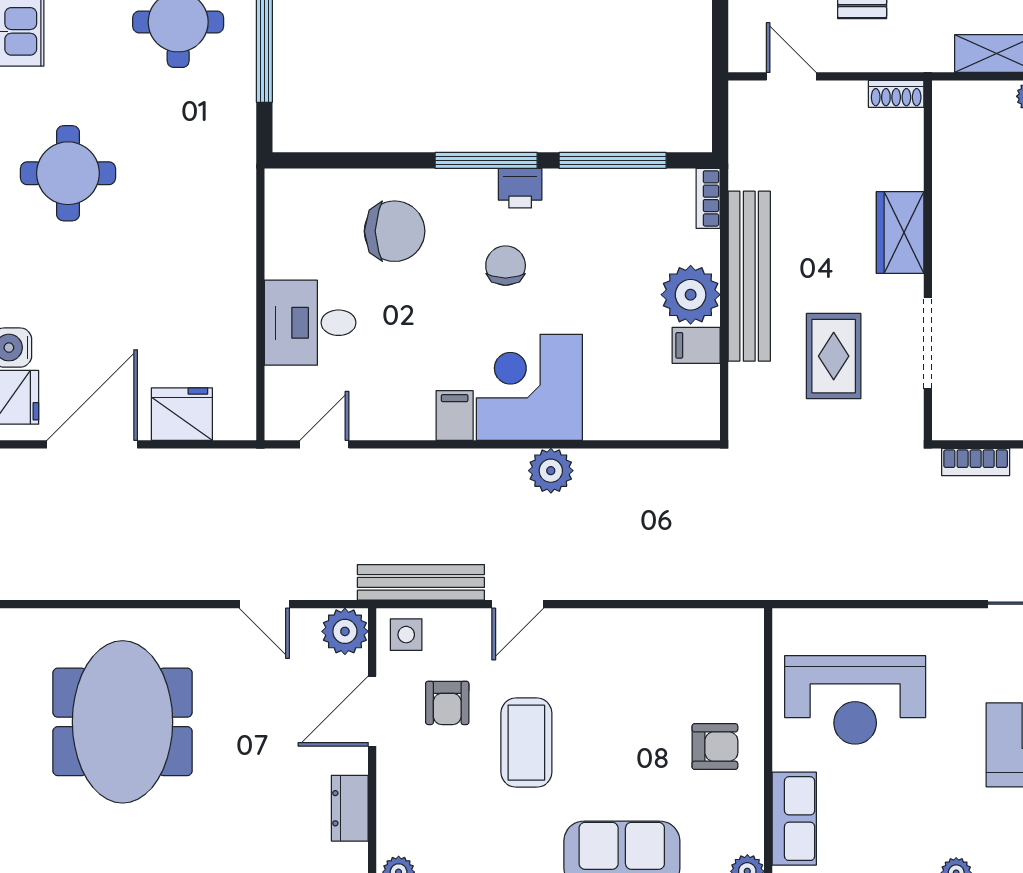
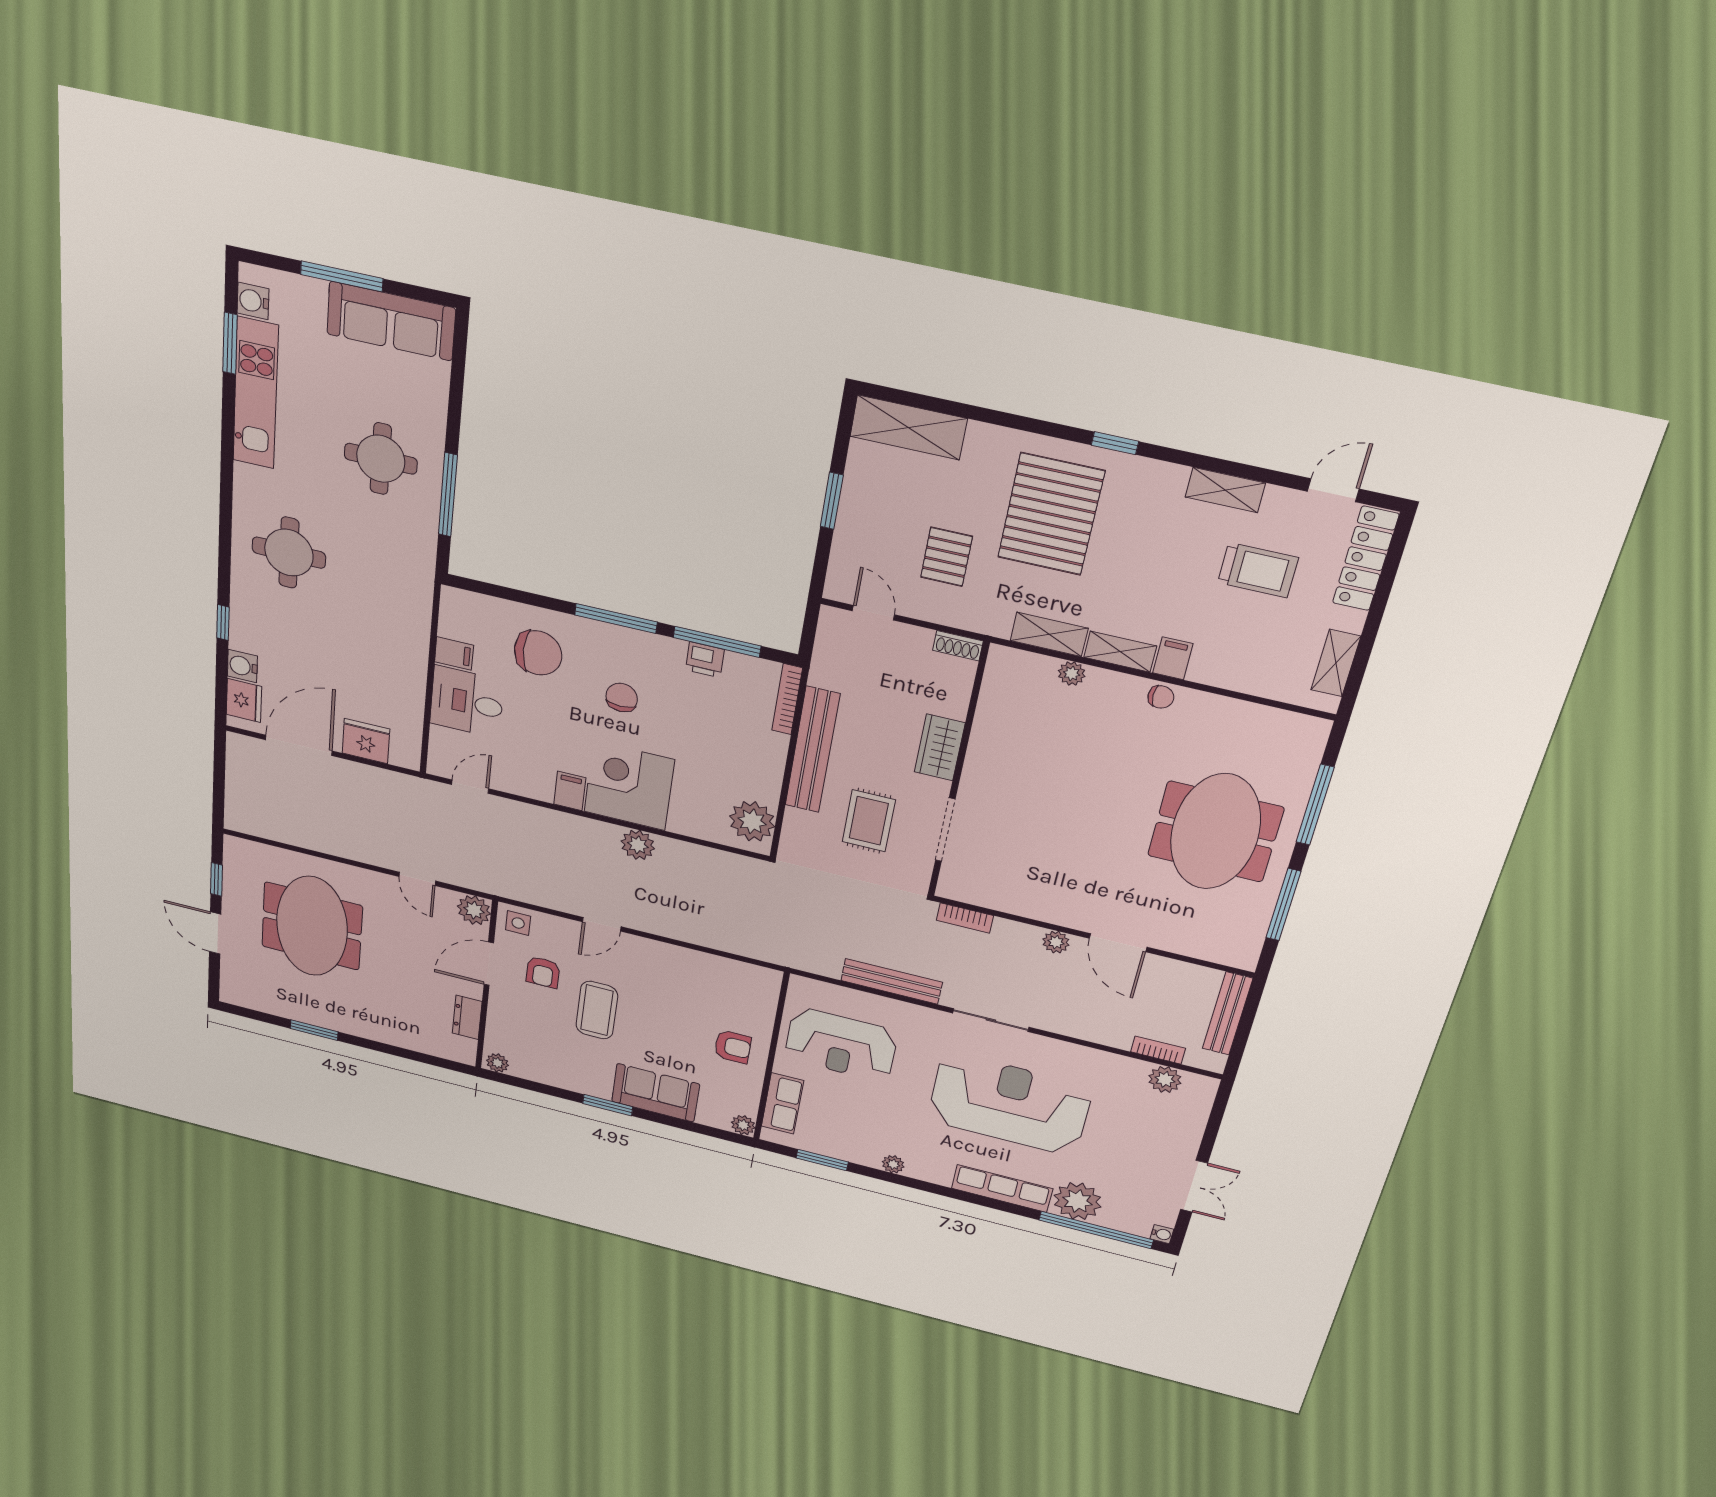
printer: (520, 188) -> (705, 660), moved
bookcase: (708, 198) -> (787, 699), width x1.56
plant: (691, 295) -> (752, 821), moved
filing cabinet: (696, 345) -> (454, 654), moved, turned 180
bench: (421, 582) -> (892, 981), moved

